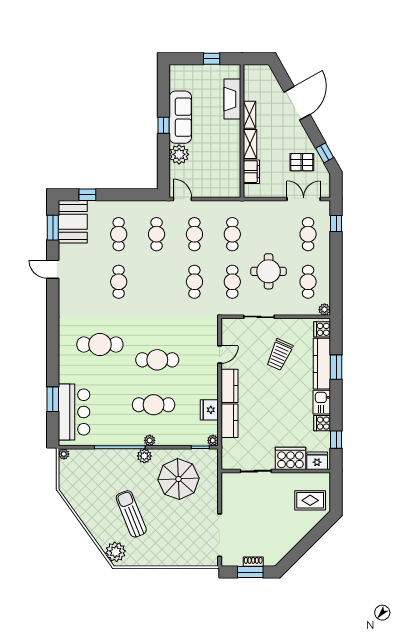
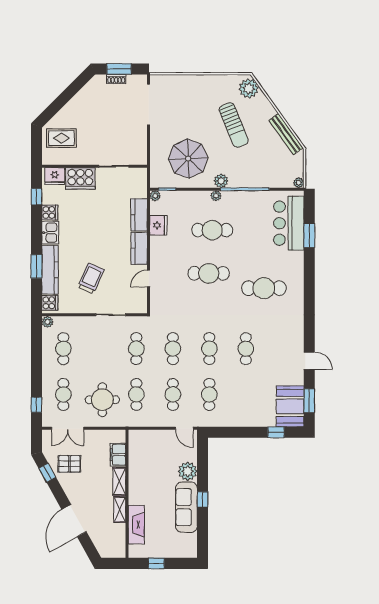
cafe table: (119, 234) -> (209, 349), moved
round table: (269, 271) -> (102, 400), moved
bench: (77, 504) -> (286, 134), added

